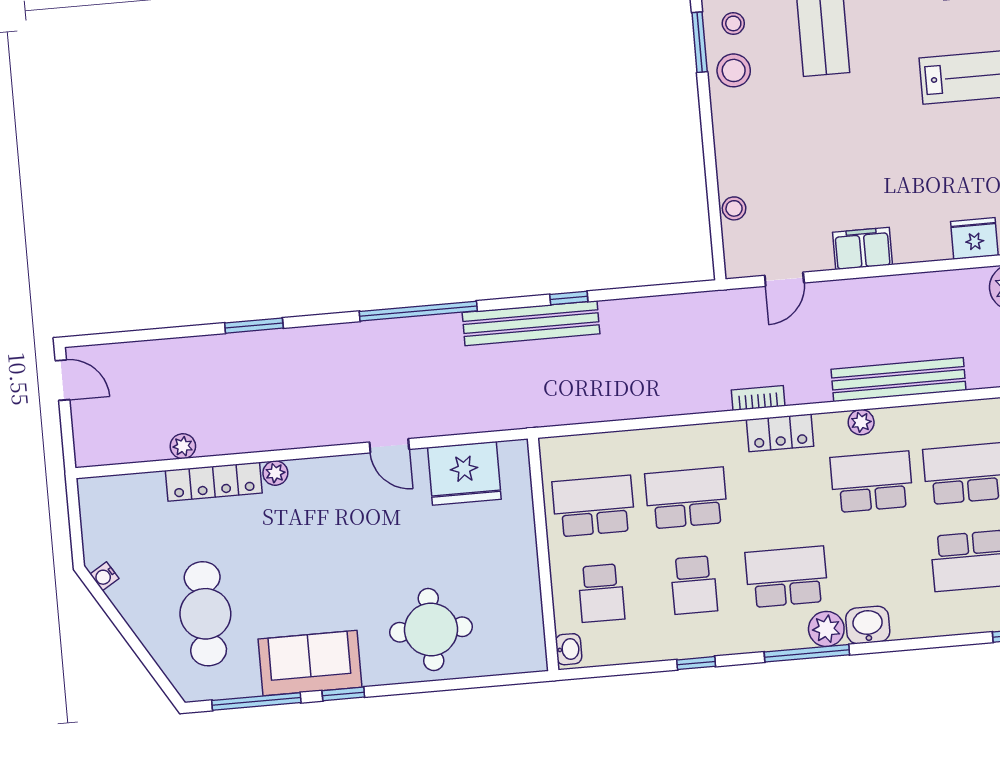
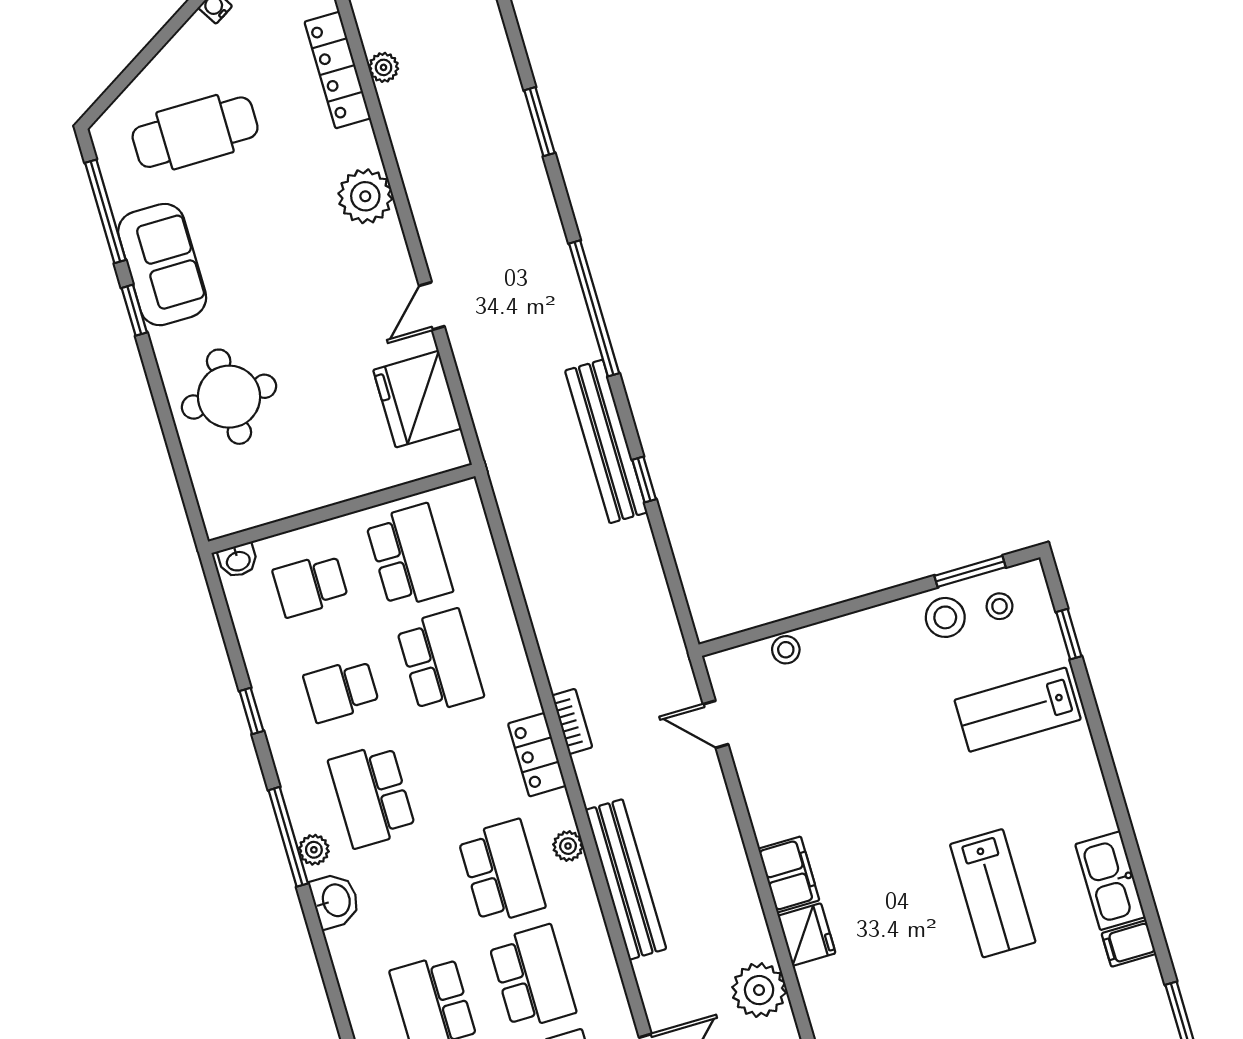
filing cabinet: (862, 248) -> (789, 875), moved
plant: (275, 473) -> (365, 196), width x1.87, depth x1.87
locker: (214, 482) -> (338, 70), moved
school desk: (787, 577) -> (372, 796), turned 180
plant: (826, 629) -> (314, 850), width x0.73, depth x0.73

